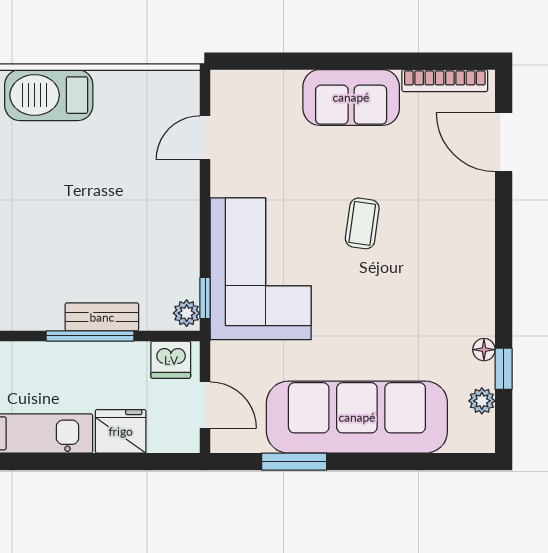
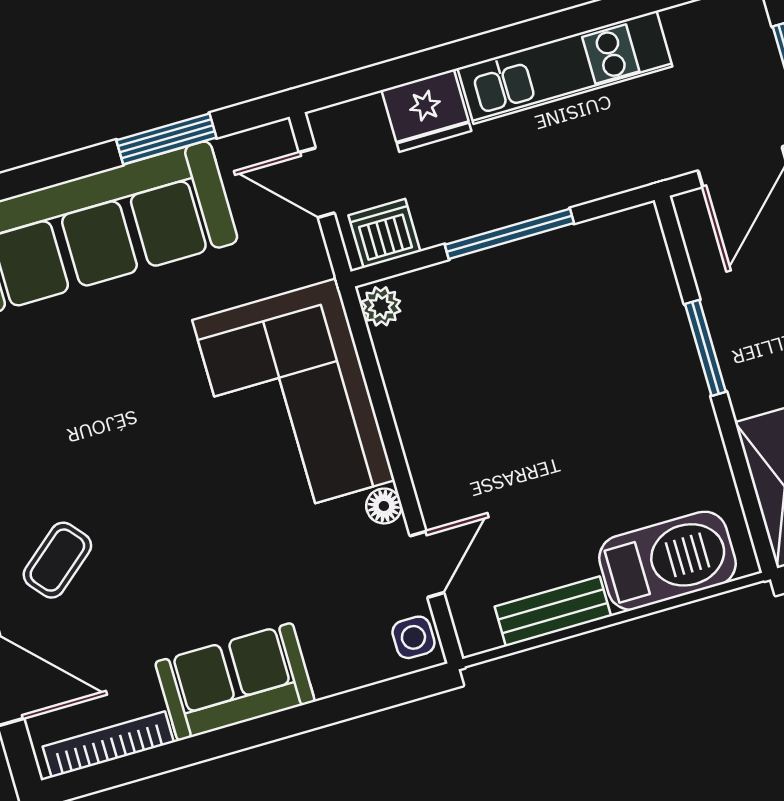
side table: (227, 93) -> (413, 637), added
floor lamp: (222, 183) -> (384, 506), added
coffee table: (362, 223) -> (57, 560), moved, turned 42
window: (205, 298) -> (361, 335), removed
bench: (102, 317) -> (553, 611), moved

